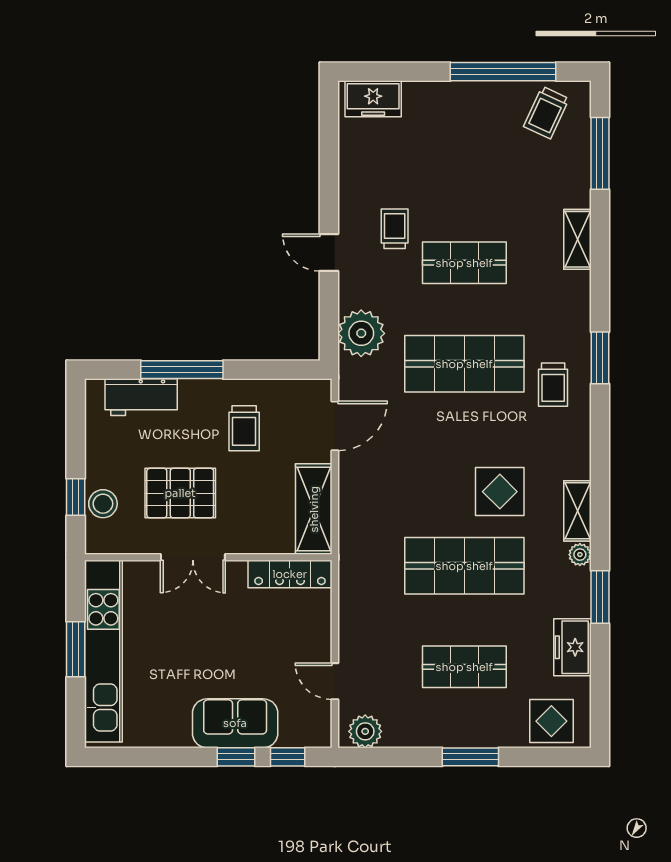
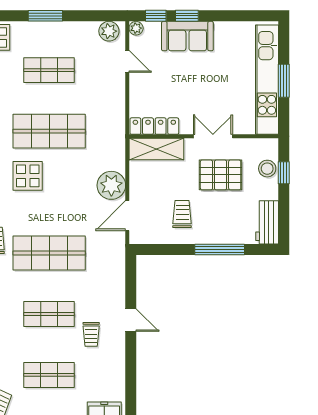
shop shelf: (464, 162) -> (49, 375), added
plant: (361, 333) -> (111, 185), moved
workbench: (141, 397) -> (267, 222), moved, turned -90
shelving: (314, 509) -> (156, 149), moved, turned 90
plant: (320, 736) -> (136, 28), added

